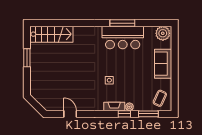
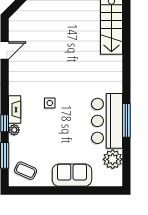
plant: (163, 33) -> (113, 159), moved

